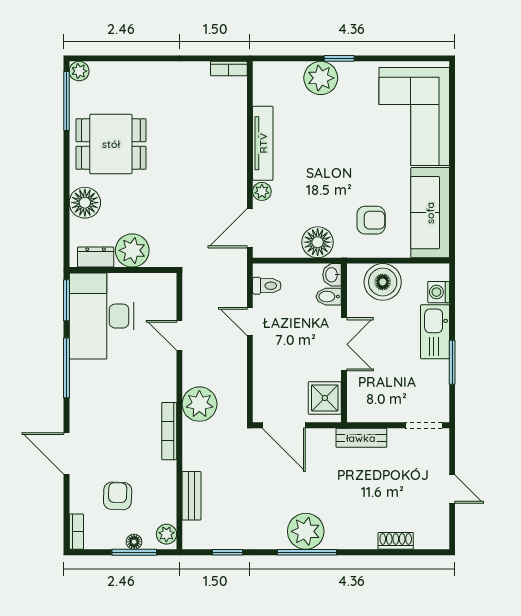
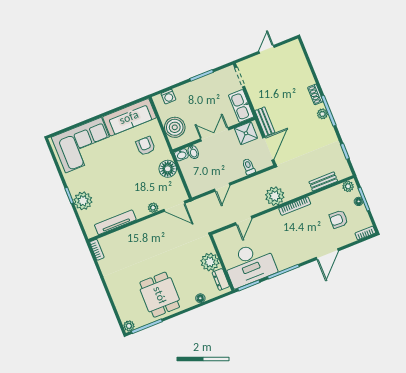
tv unit: (263, 143) -> (115, 222), moved
floor lamp: (85, 203) -> (200, 298), width x0.53, depth x0.53
toilet: (267, 286) -> (249, 167), moved
kitchen sink: (435, 332) -> (241, 106), moved, turned 90
bench: (361, 438) -> (265, 121), moved
plant: (306, 531) -> (322, 114), width x0.53, depth x0.53
shoe rack: (396, 541) -> (315, 94), moved

